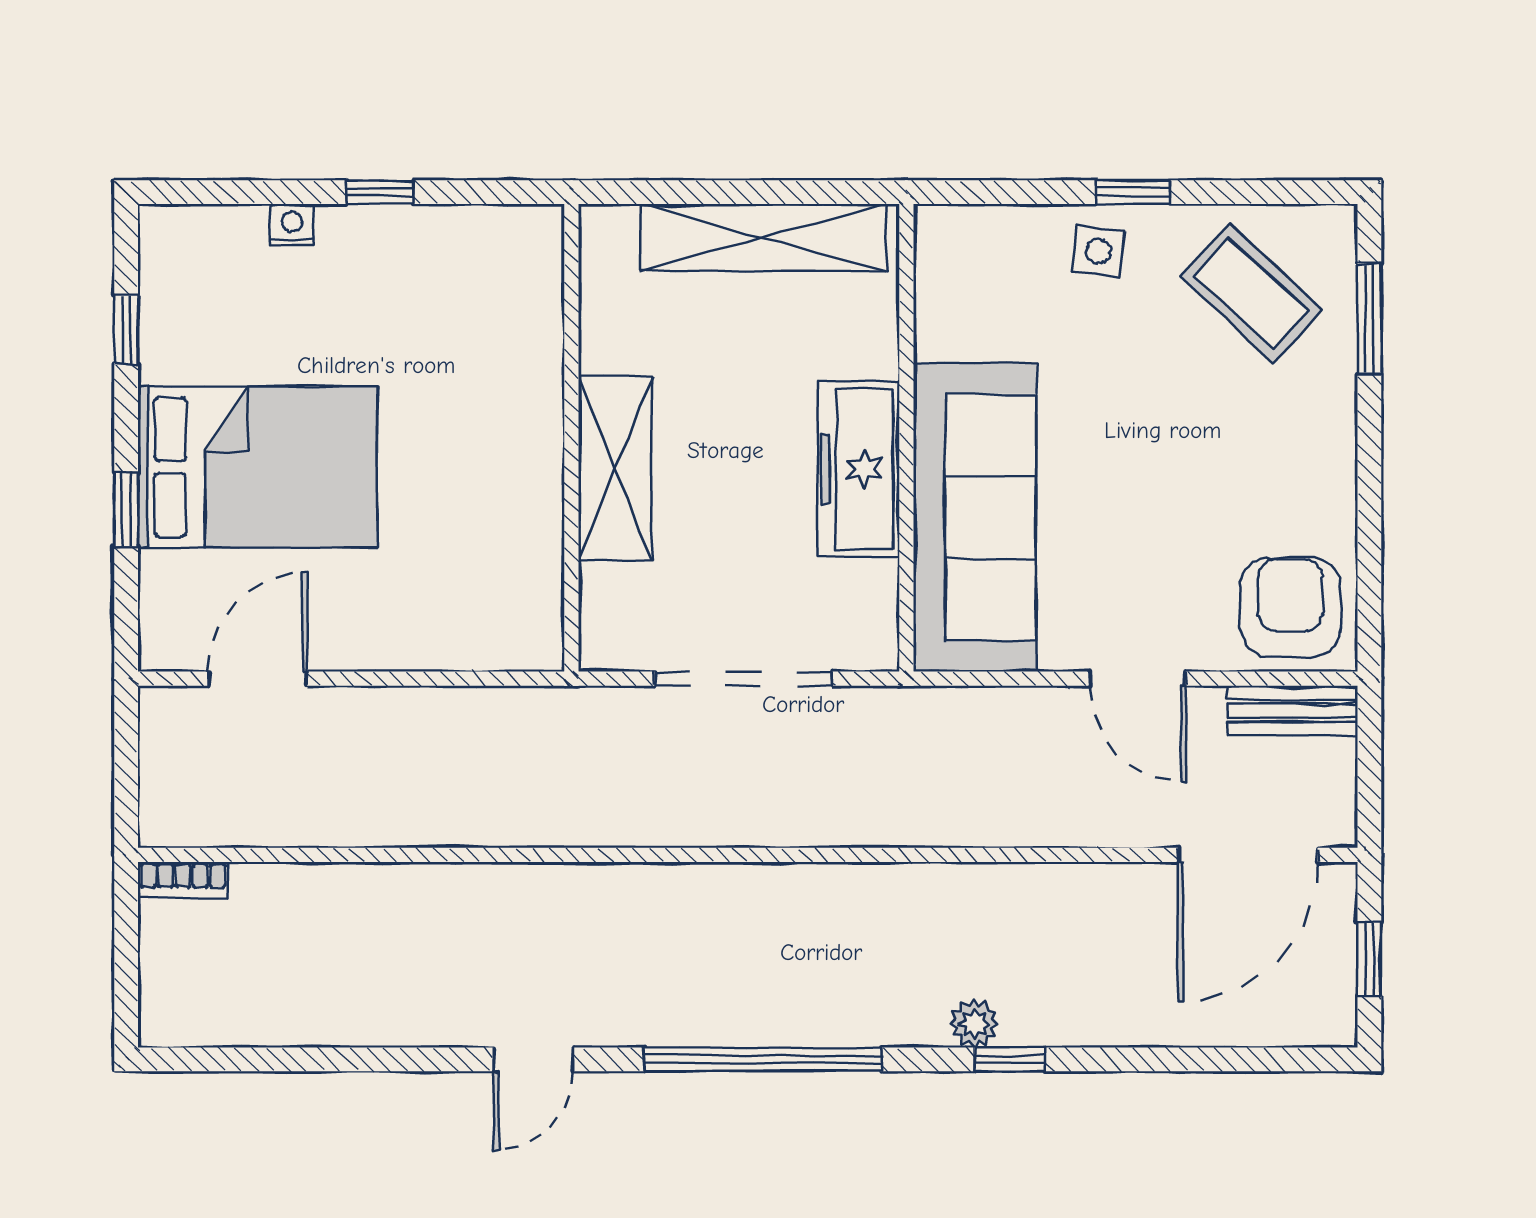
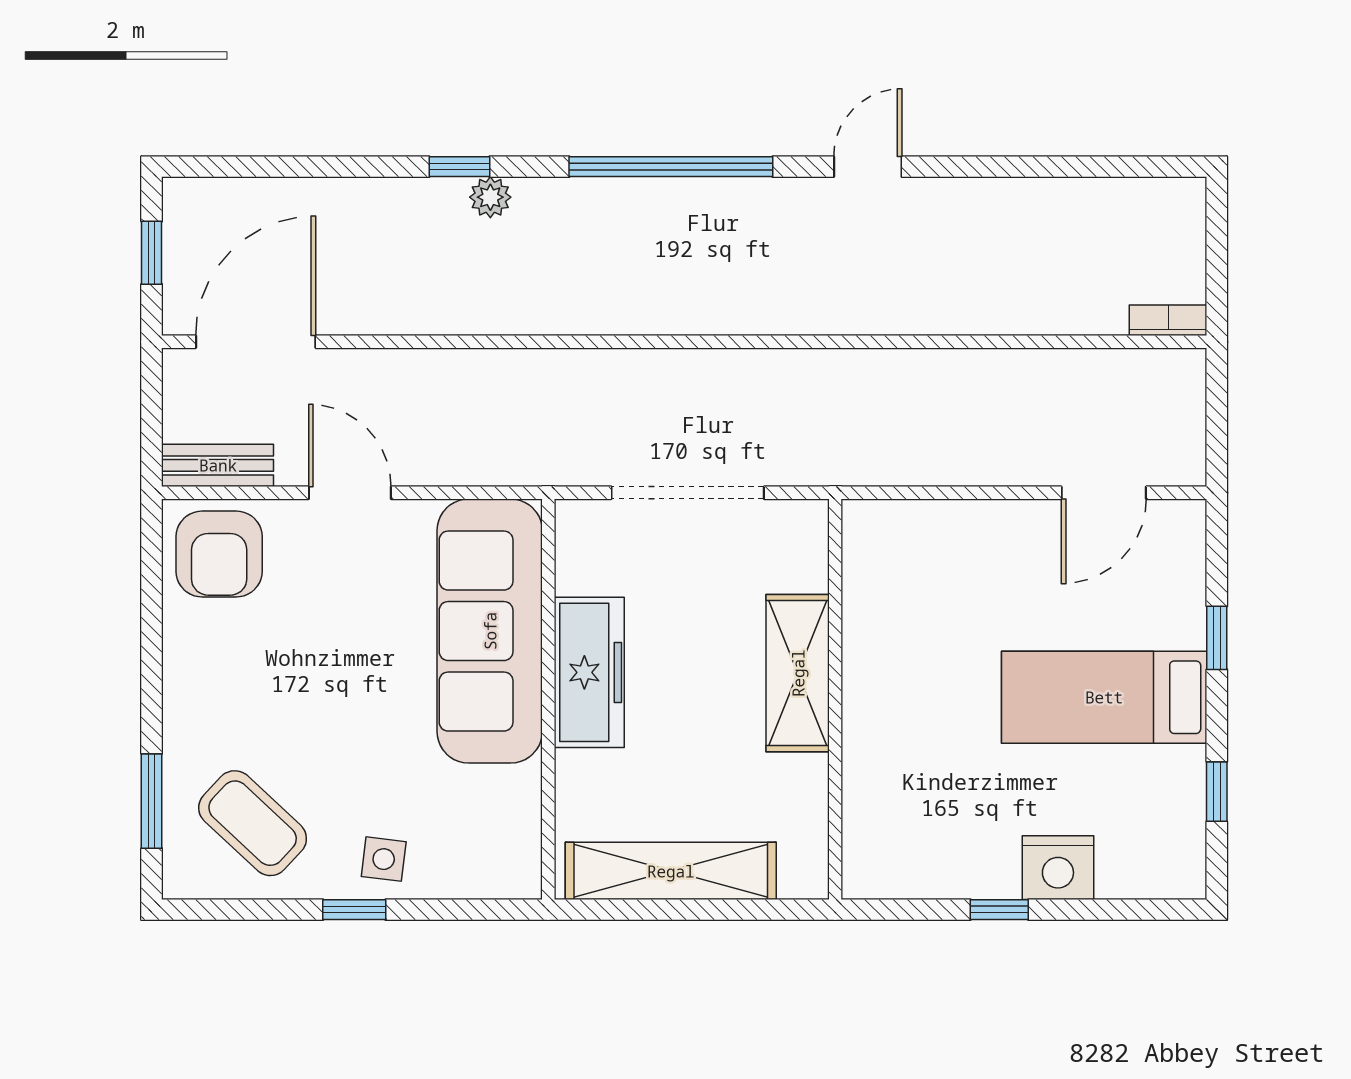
nightstand: (292, 225) -> (1058, 868), width x1.89, depth x1.79
bed: (257, 467) -> (1104, 697), width x0.67

